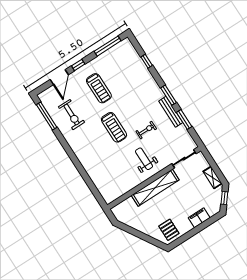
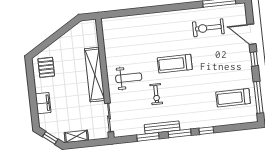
window: (147, 61) -> (206, 131), moved
treadmill: (99, 88) -> (233, 98), moved
pallet: (169, 230) -> (46, 67), turned 90

